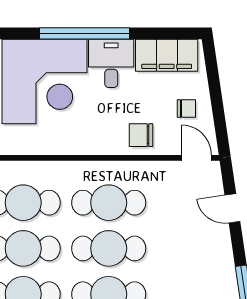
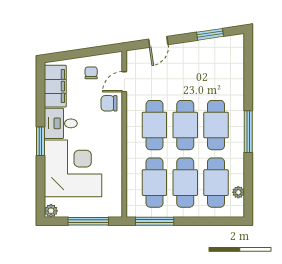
window: (85, 33) -> (41, 141), width x0.47
chair: (141, 135) -> (109, 103), turned 90
door: (196, 158) -> (124, 82), moved

